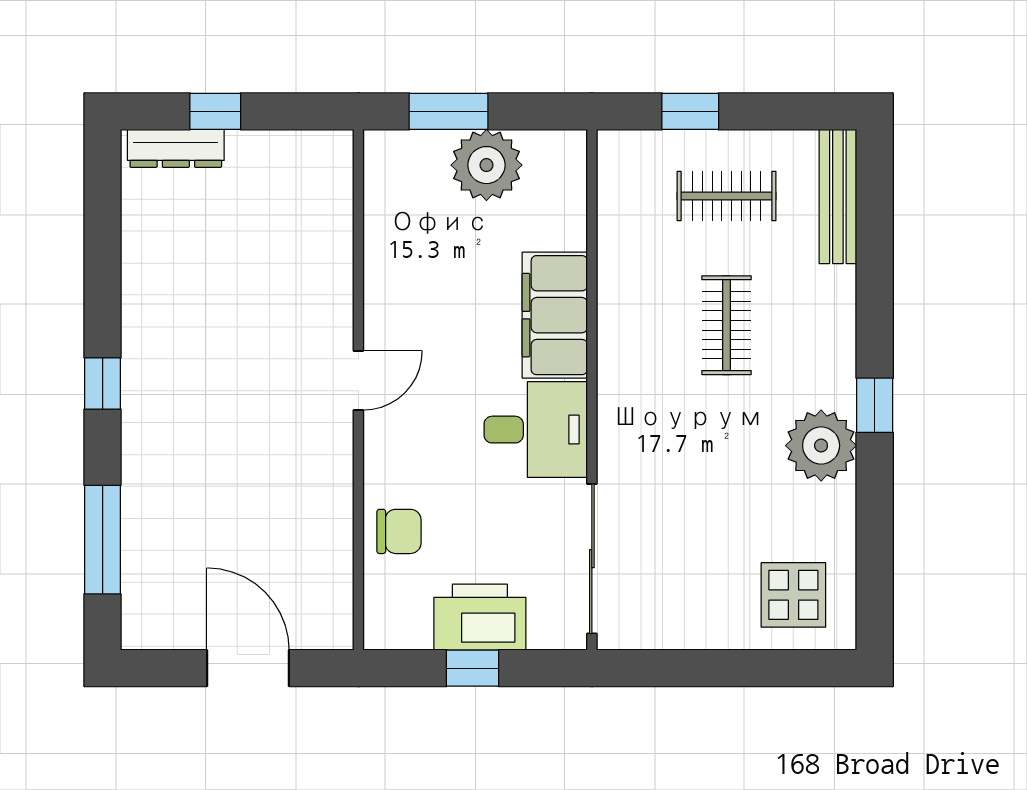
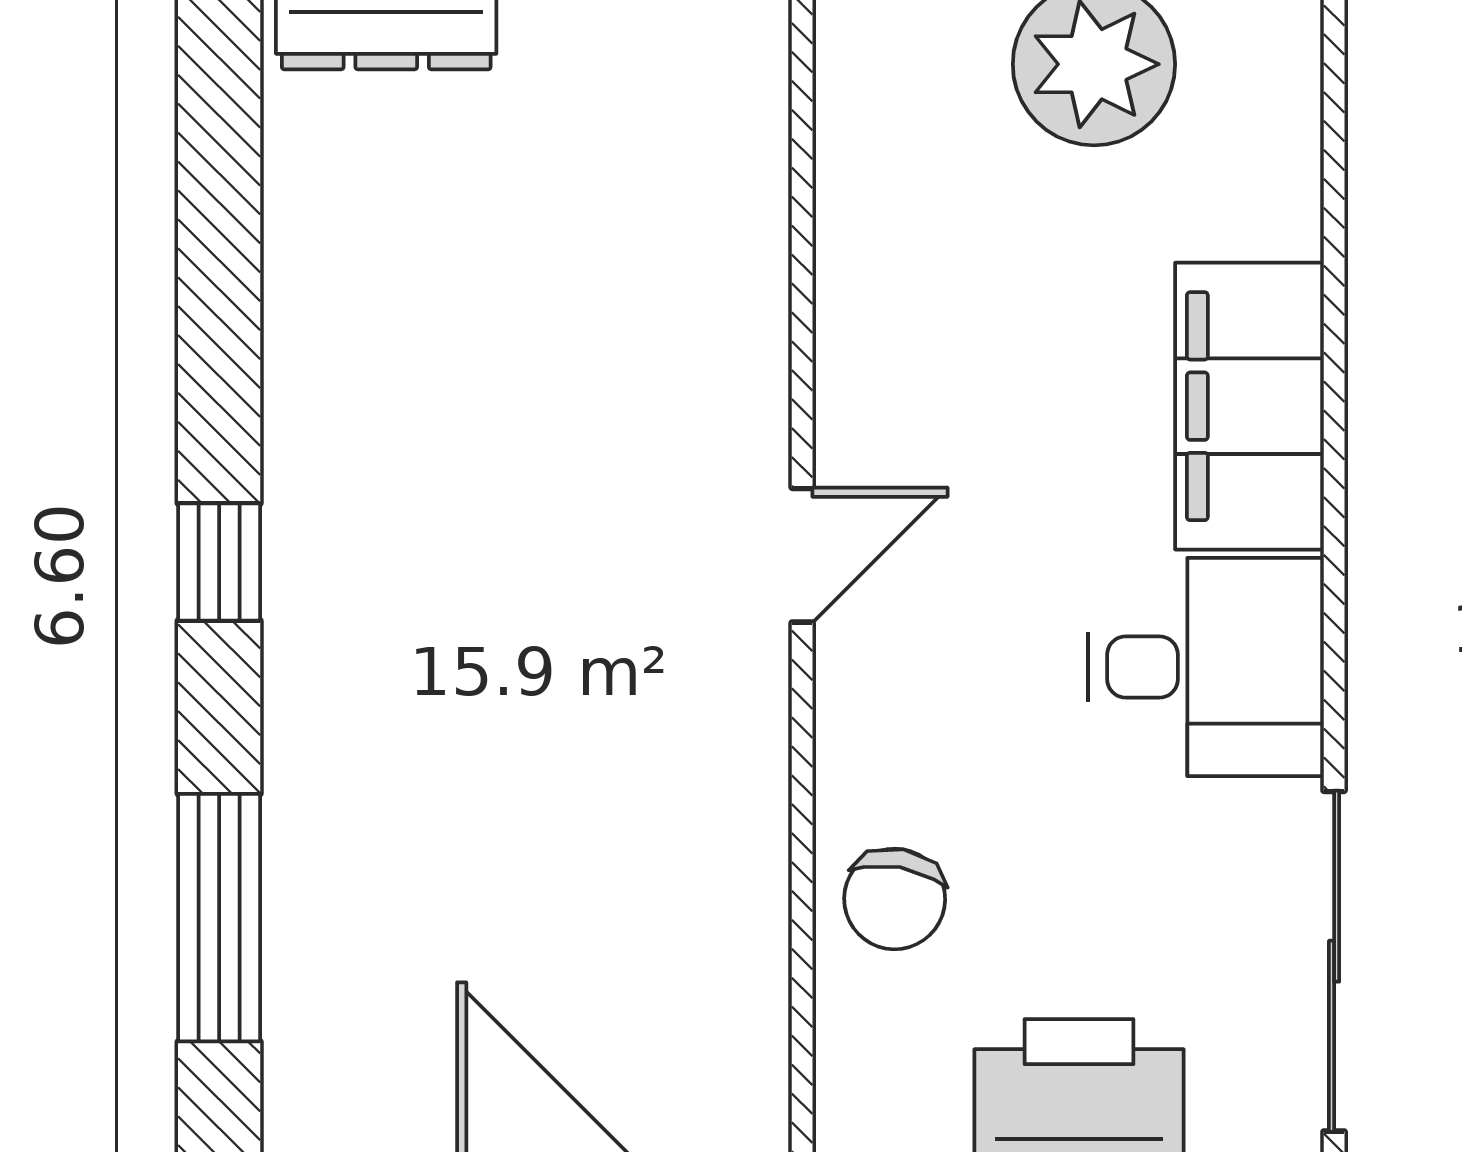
chair: (399, 531) -> (895, 899), turned 100

